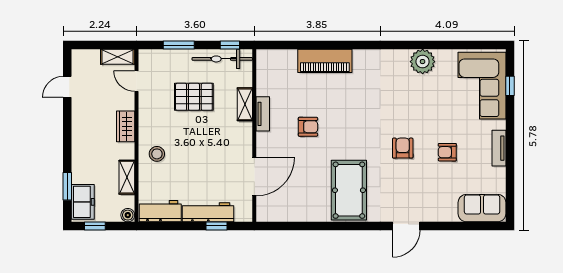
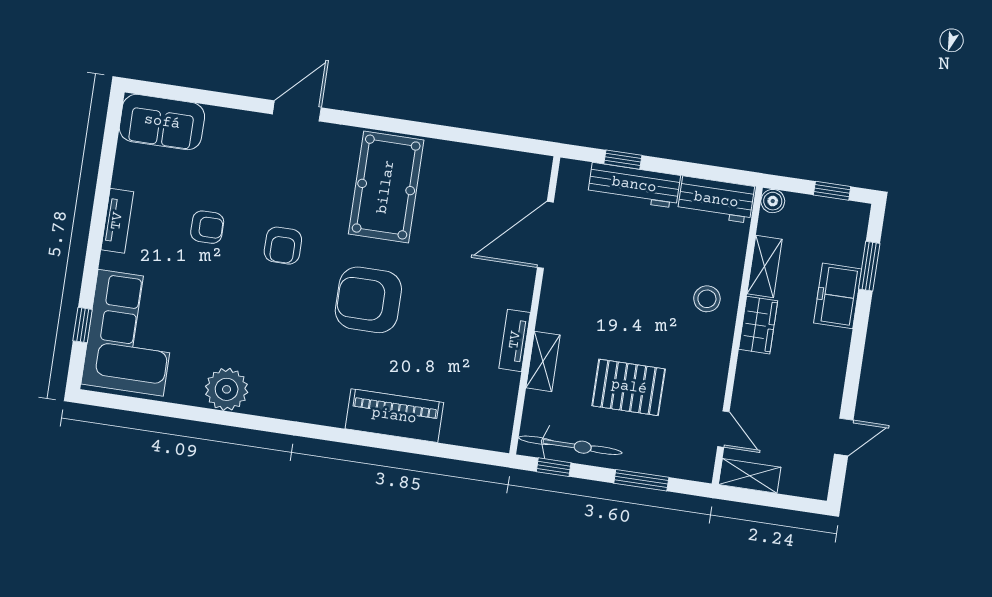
wardrobe: (126, 126) -> (758, 325), moved
armchair: (308, 127) -> (368, 300), moved, width x1.88, depth x1.88
freezer: (83, 202) -> (838, 296), moved

